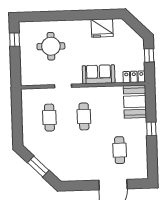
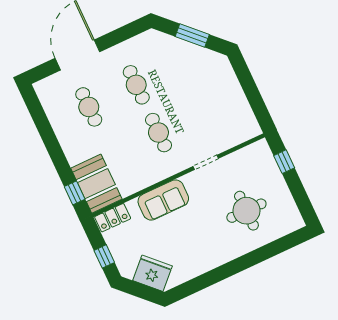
fridge: (102, 28) -> (152, 273), moved, turned 45
window: (15, 40) -> (284, 162), moved
cafe table: (49, 118) -> (136, 85), moved
window: (151, 129) -> (75, 193), moved

